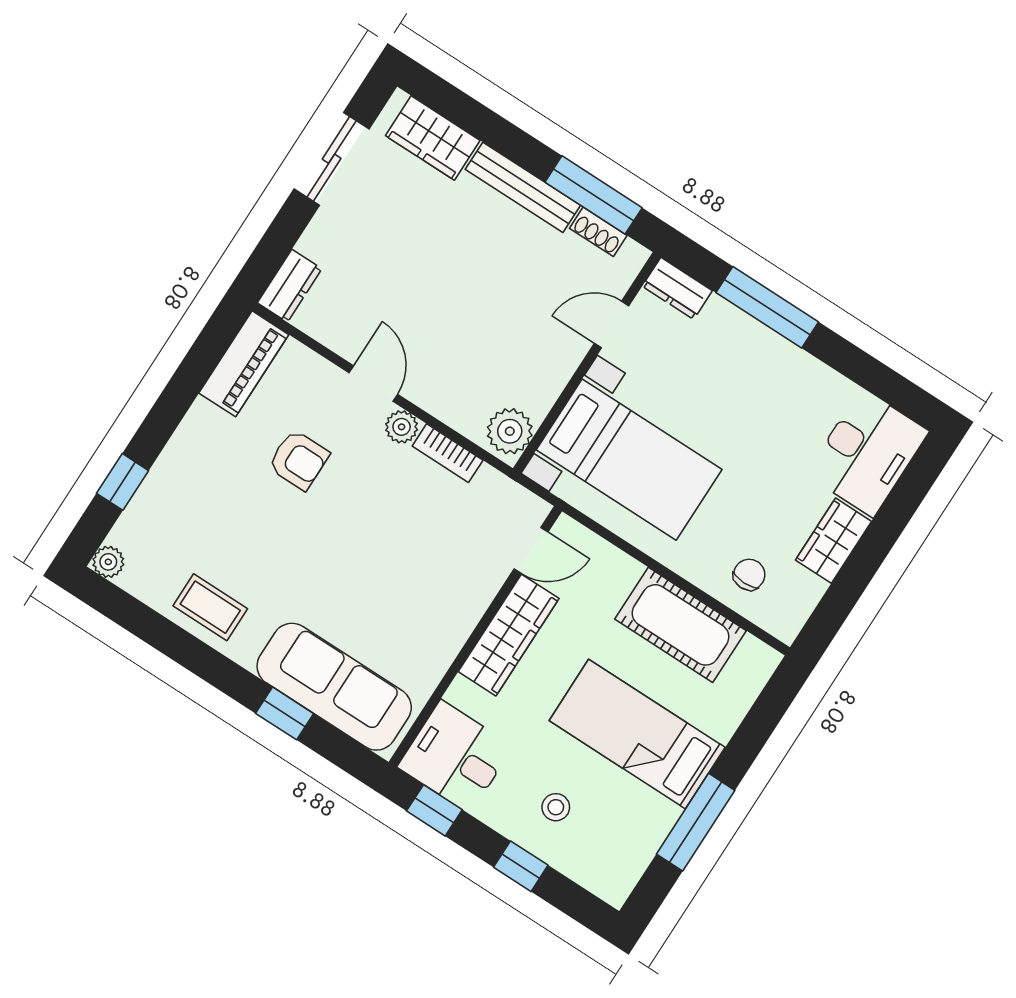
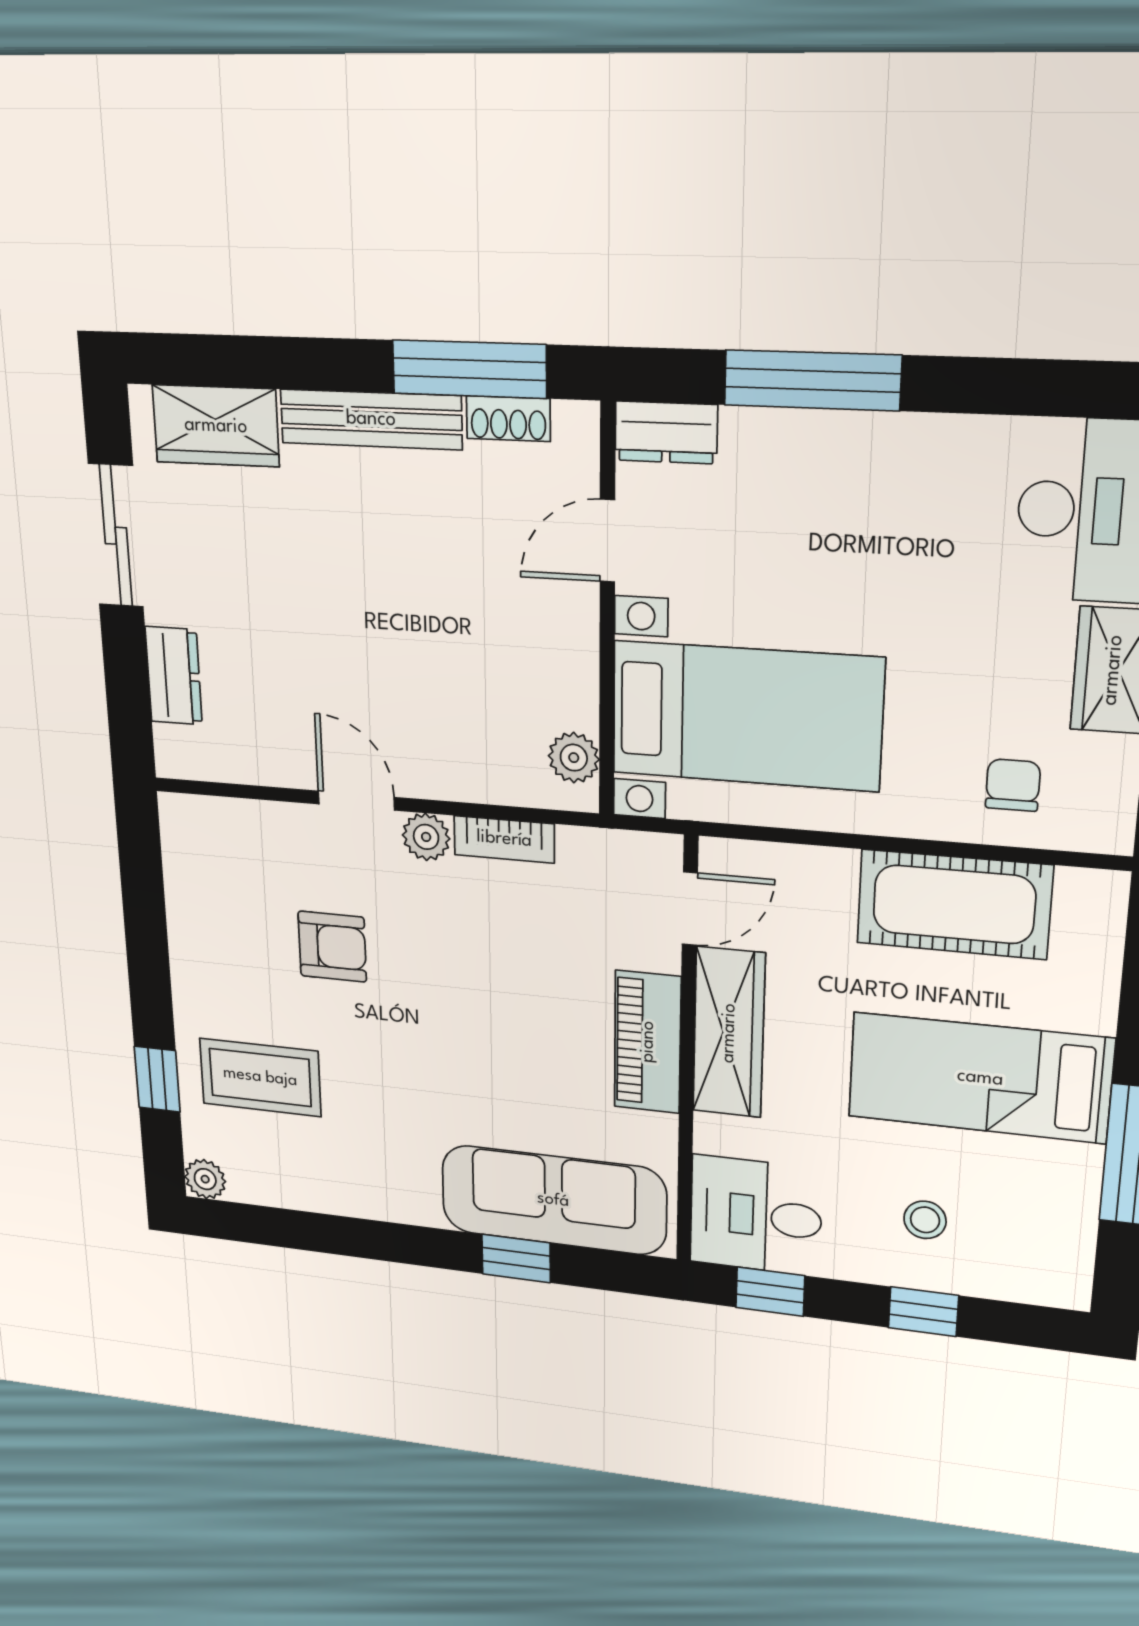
dresser: (290, 286) -> (174, 676), moved
piano: (244, 364) -> (648, 1042), moved, turned 180
plant: (510, 431) -> (574, 758), width x0.73, depth x0.73
coffee table: (210, 607) -> (260, 1077), moved, width x1.36, depth x1.30

